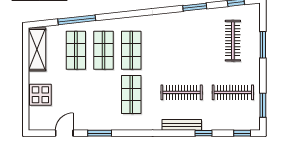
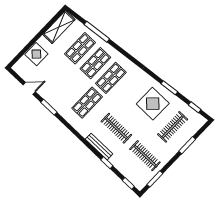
display table: (193, 37) -> (153, 104), added

